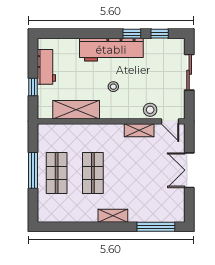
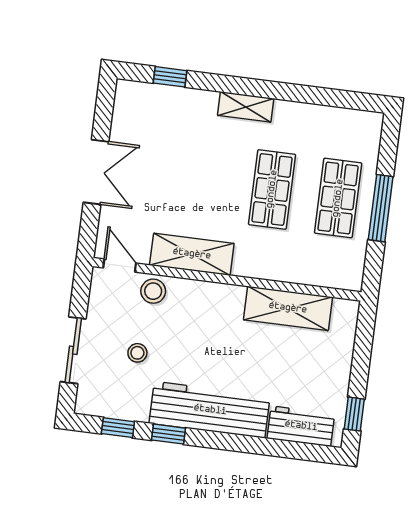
workbench: (46, 67) -> (301, 426), moved, turned 90
window: (33, 87) -> (354, 414), moved
stool: (113, 87) -> (137, 353), moved
shelving: (139, 130) -> (192, 254), width x1.50, depth x1.33
window: (156, 227) -> (170, 77), width x0.46

